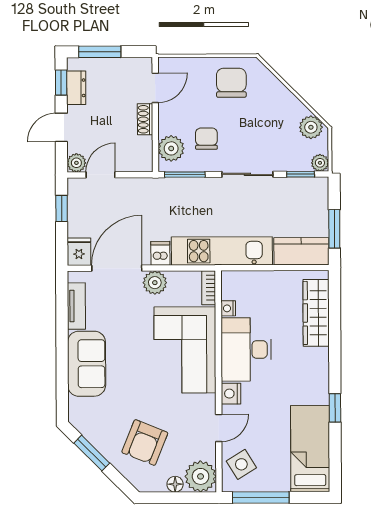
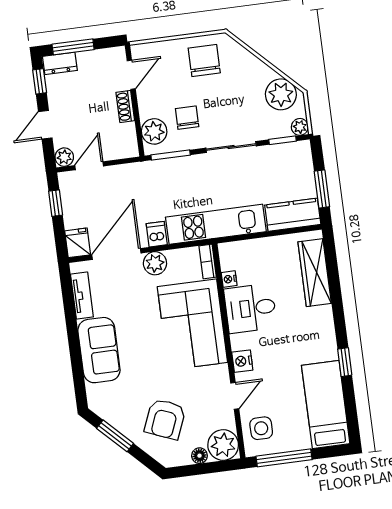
dresser: (76, 88) -> (60, 63), moved, turned 90
plant: (311, 127) -> (281, 94), width x1.36, depth x1.36
desk: (246, 349) -> (250, 308), width x0.73
side table: (241, 464) -> (261, 428), turned 32

